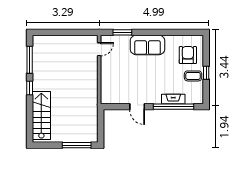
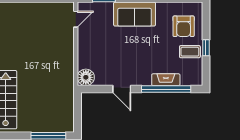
armchair: (188, 55) -> (184, 26), turned 180
floor lamp: (107, 97) -> (86, 77), added

